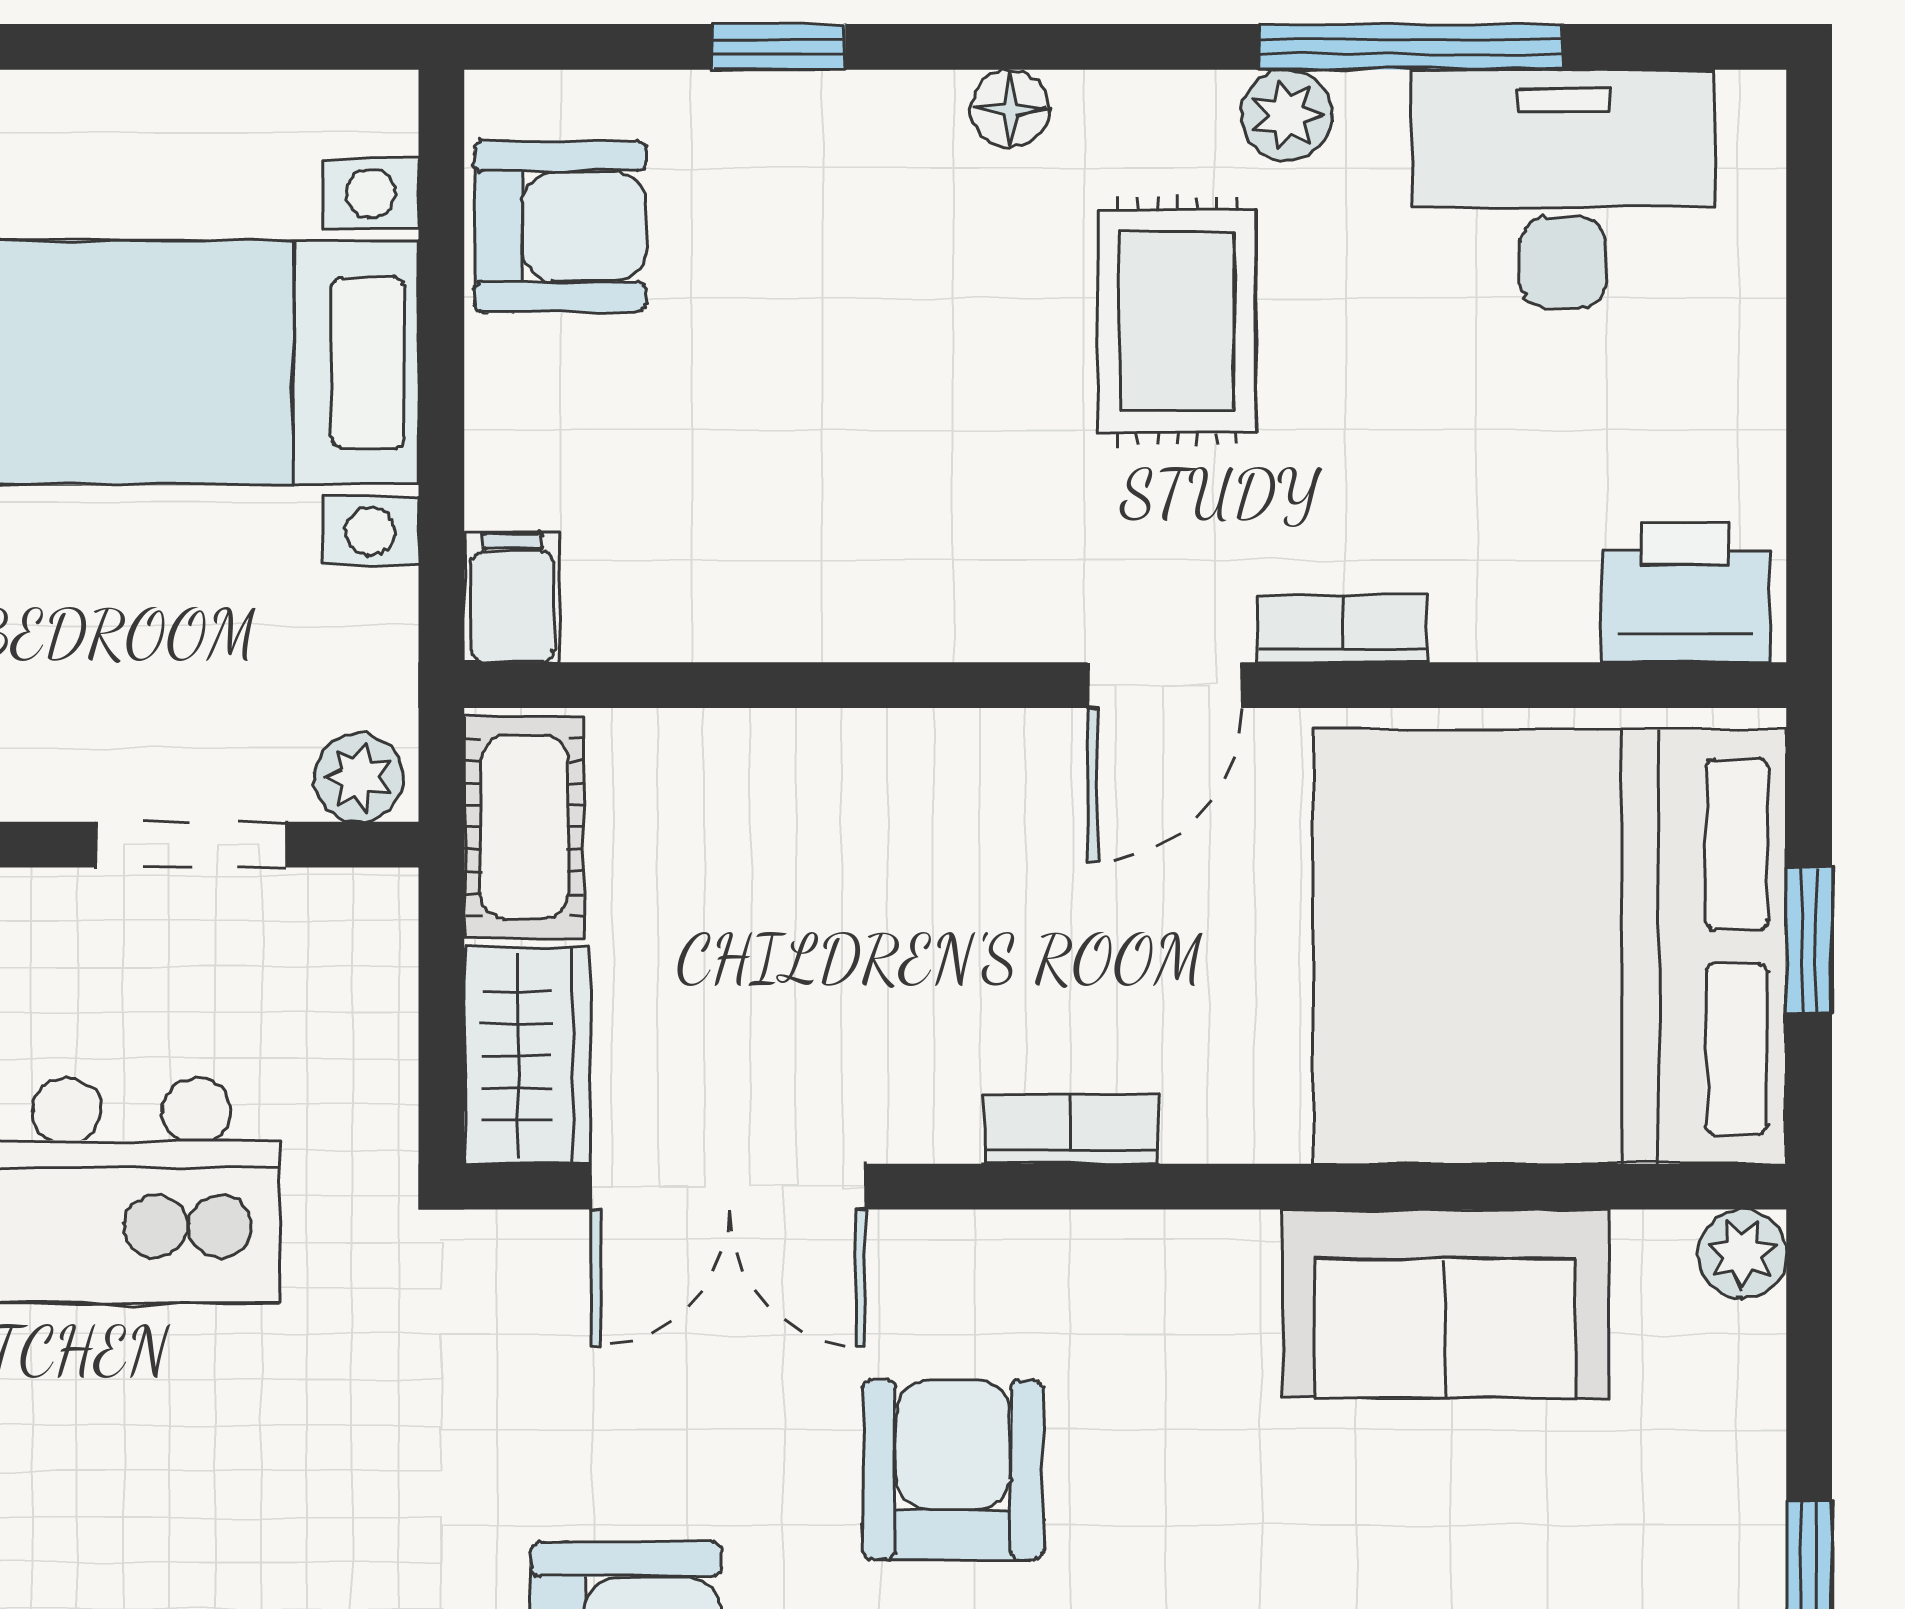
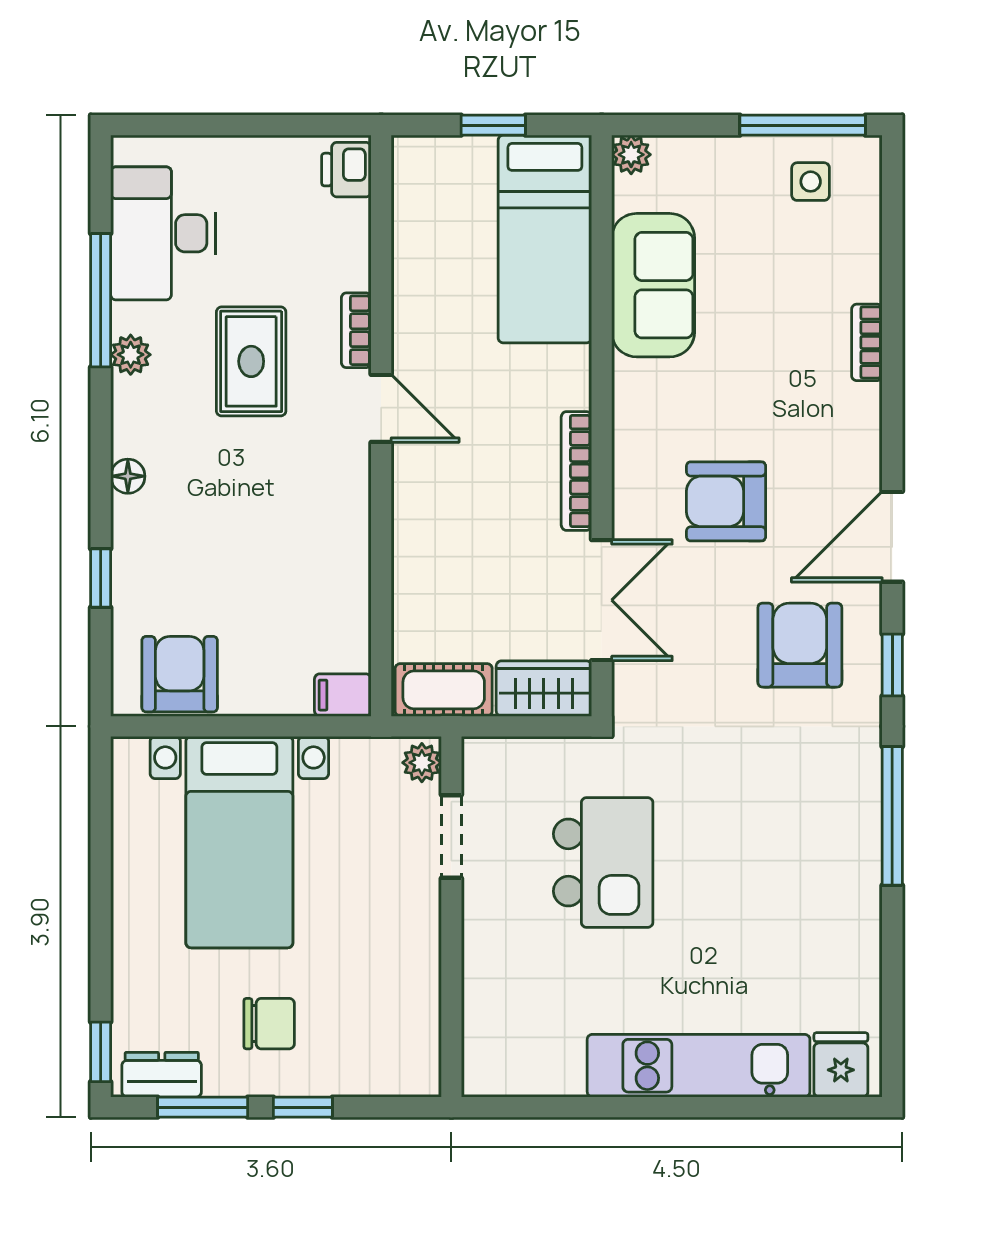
rug: (1177, 321) -> (251, 361), moved, turned 90
printer: (1685, 592) -> (346, 170), width x0.73, depth x0.81
bed: (1550, 946) -> (545, 239), width x0.49
bookcase: (1071, 1129) -> (576, 471), width x1.56

